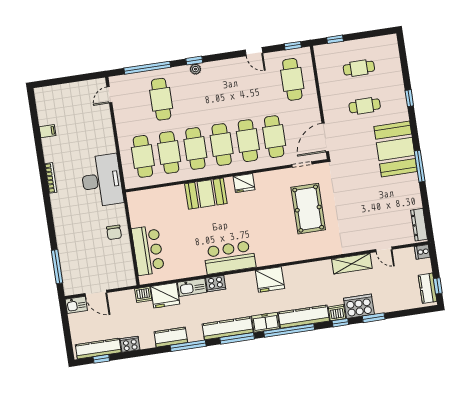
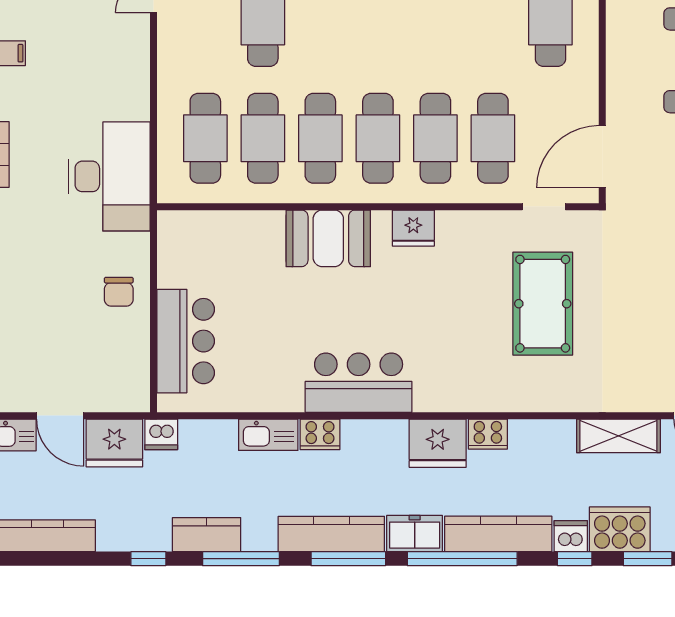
fridge: (165, 295) -> (114, 443), moved
cooker: (130, 344) -> (488, 434), moved, turned 180
window: (101, 359) -> (148, 559), moved

